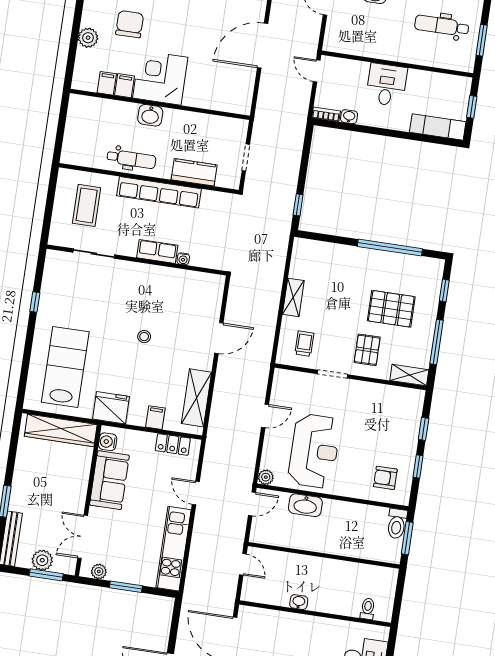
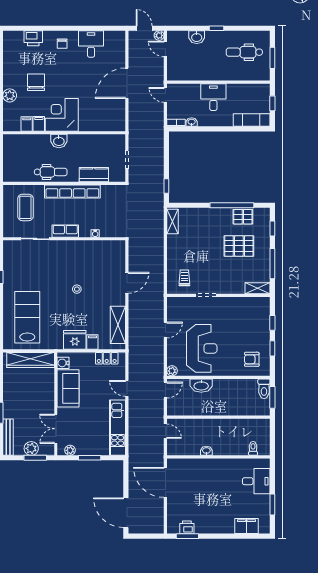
row of seats: (157, 251) -> (65, 231), moved
shelving: (293, 297) -> (172, 221), moved
pallet: (367, 350) -> (243, 217), moved, turned 90
fridge: (111, 408) -> (75, 340), moved

